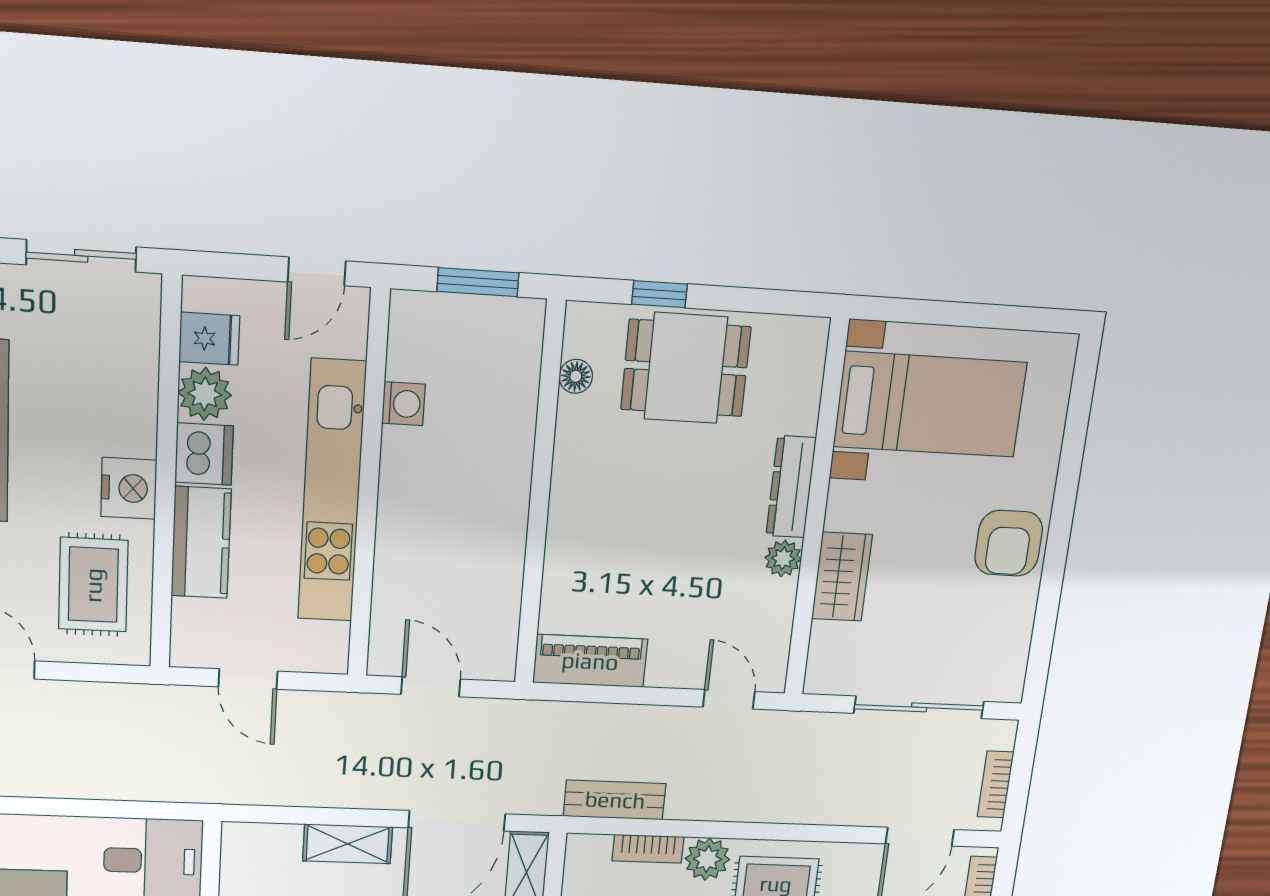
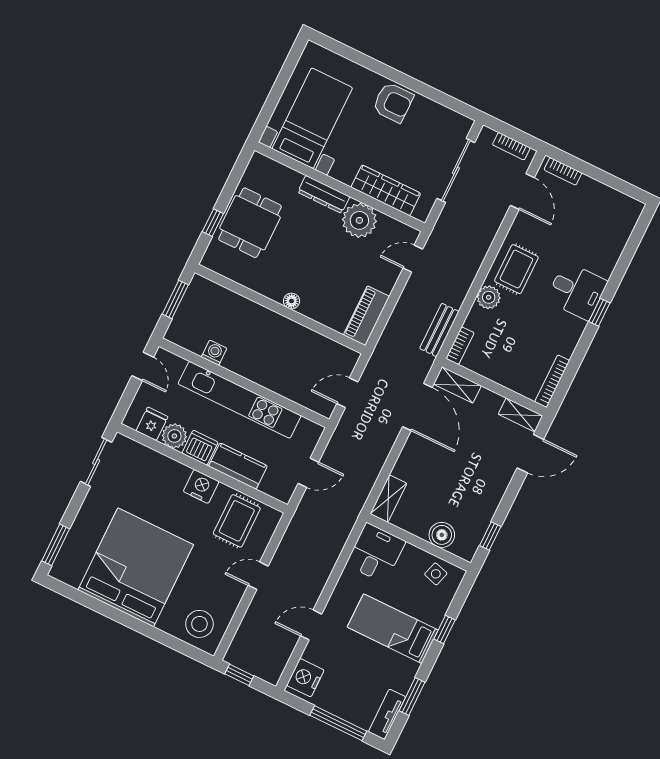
floor lamp: (576, 376) -> (292, 301), moved
plant: (783, 558) -> (359, 220), width x1.88, depth x1.88
wardrobe: (842, 577) -> (386, 190), width x1.50
rug: (93, 585) -> (237, 521), turned 90
shelving: (348, 844) -> (388, 499), moved
bookcase: (648, 849) -> (460, 346), moved

